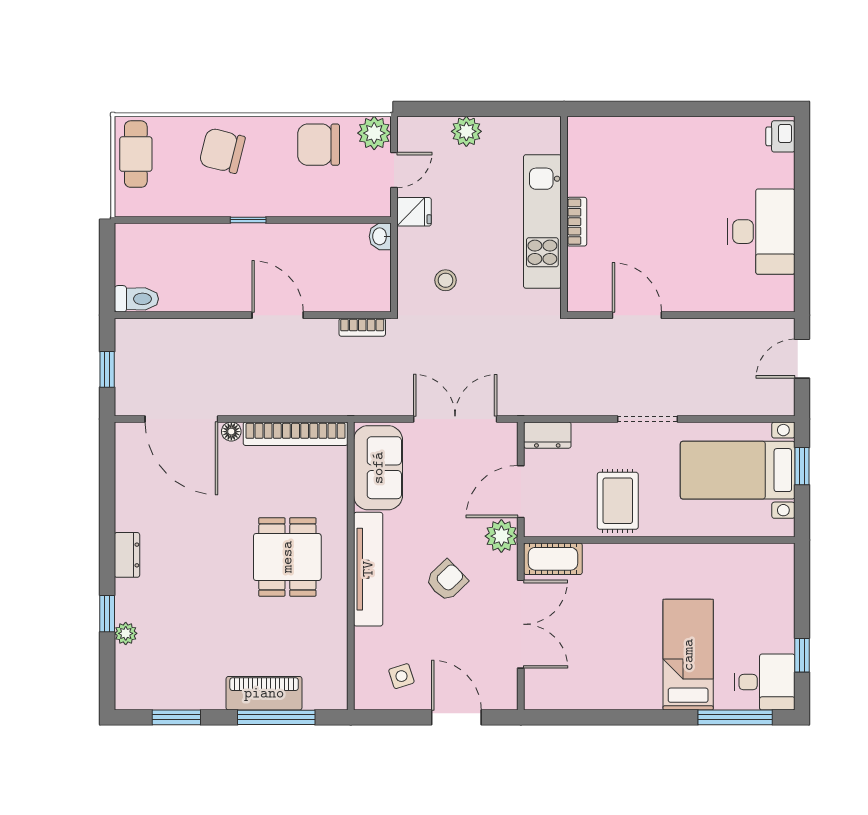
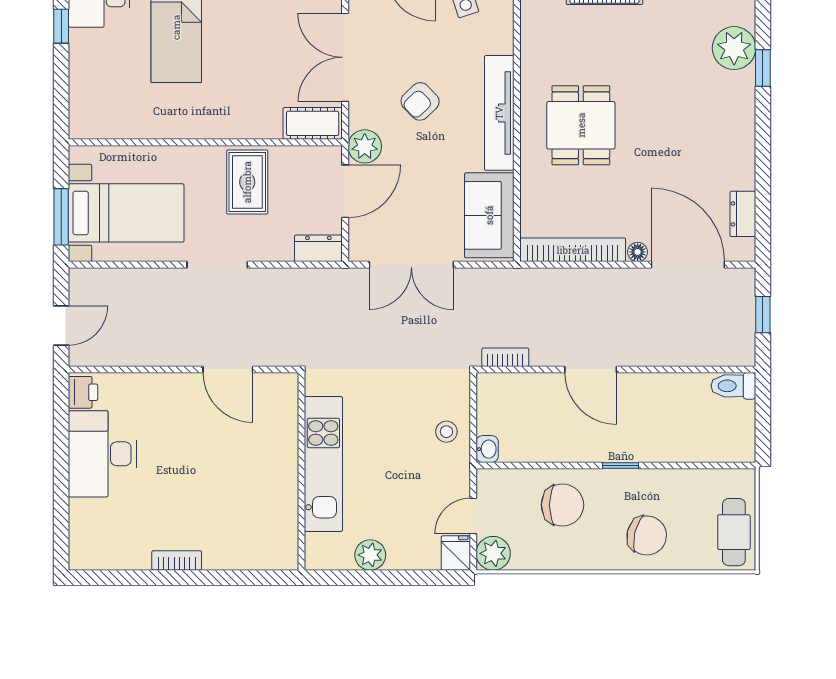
plant: (466, 131) -> (370, 555), moved
printer: (780, 136) -> (83, 392), moved
chair: (319, 145) -> (562, 505), moved
fridge: (414, 212) -> (456, 553), moved, turned 90
bookcase: (577, 222) -> (177, 560), moved, turned 90
stool: (446, 280) -> (446, 432), moved
window: (802, 466) -> (61, 217), width x1.50
dresser: (127, 555) -> (743, 214), moved
plant: (126, 633) -> (734, 48), width x1.87, depth x1.87

